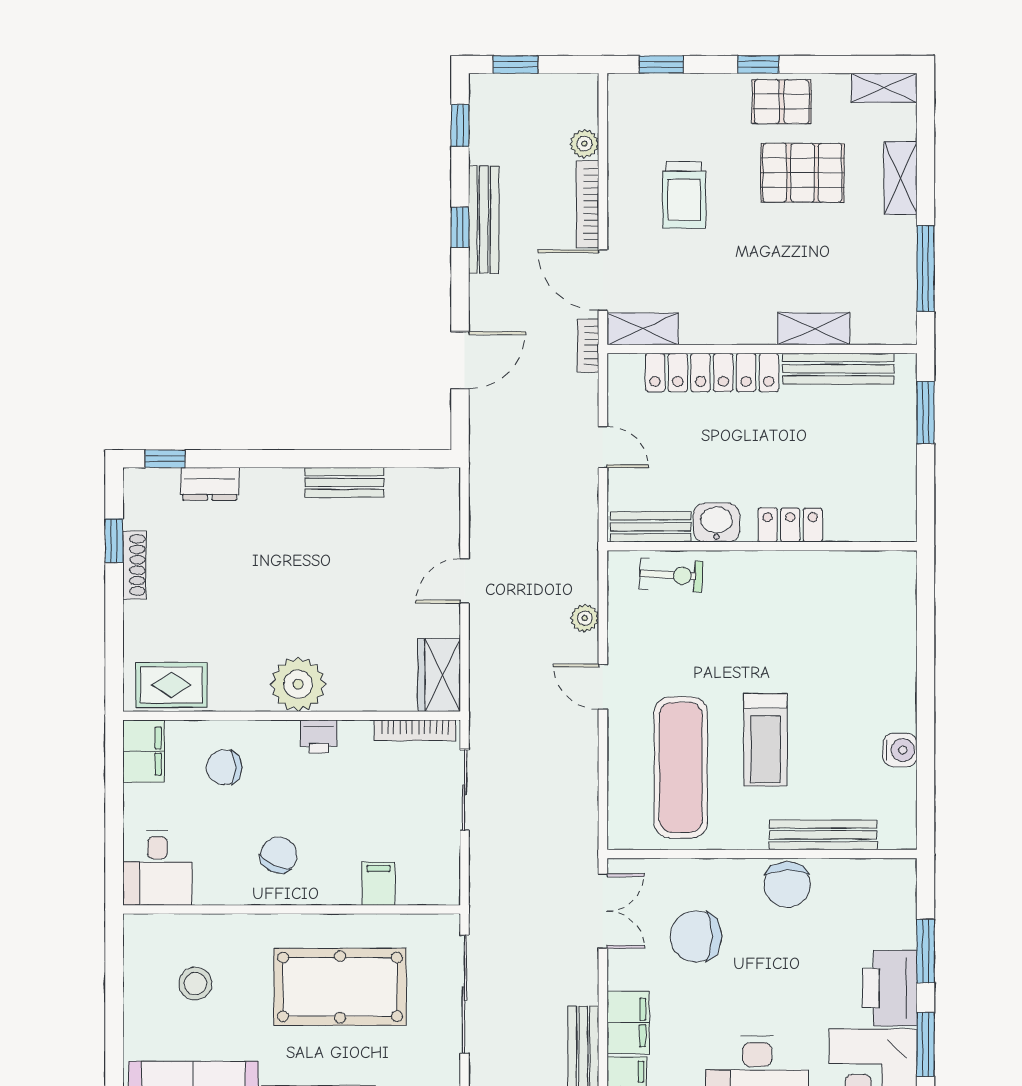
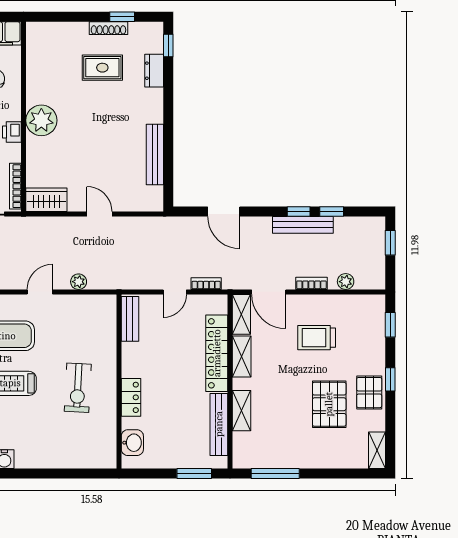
window: (460, 125) -> (332, 212), moved
shelving: (900, 178) -> (242, 356), moved, turned 90
bookcase: (588, 204) -> (311, 283), width x0.64
door: (603, 280) -> (269, 292), swing flipped
bookcase: (588, 346) -> (206, 284), moved
bench: (344, 482) -> (155, 154), width x1.36
washbasin: (716, 523) -> (132, 443), moved
exercise bike: (671, 575) -> (78, 388), moved, width x1.38, depth x1.39
rug: (171, 685) -> (102, 68), moved, turned 90

